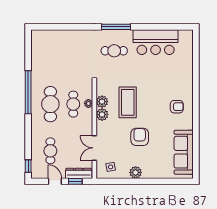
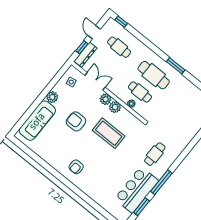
window: (116, 27) -> (161, 182), moved
window: (166, 27) -> (141, 207), added
window: (28, 92) -> (176, 66), width x0.47
plant: (102, 102) -> (106, 99), moved
armchair: (140, 137) -> (76, 121), turned 180
sofa: (184, 152) -> (37, 121), moved, turned 90
door: (55, 181) -> (94, 32), swing flipped

